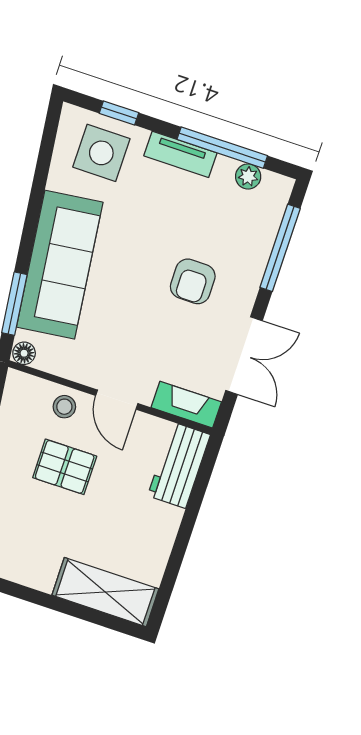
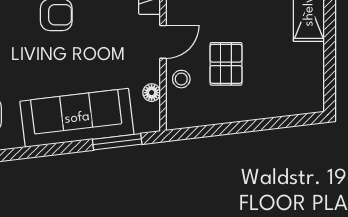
floor lamp: (24, 353) -> (152, 93), moved

